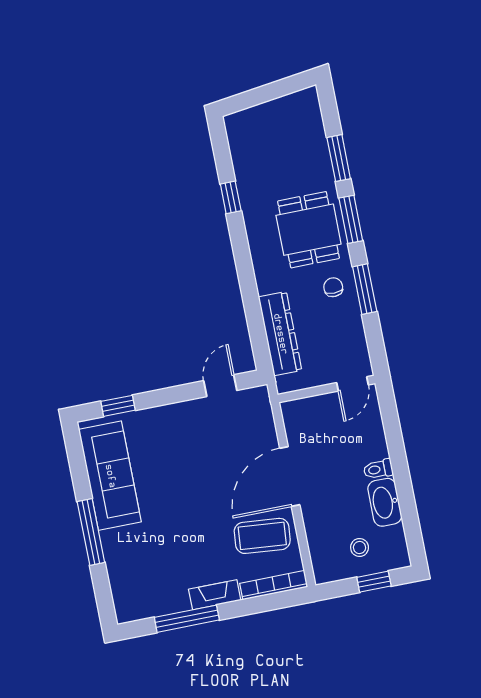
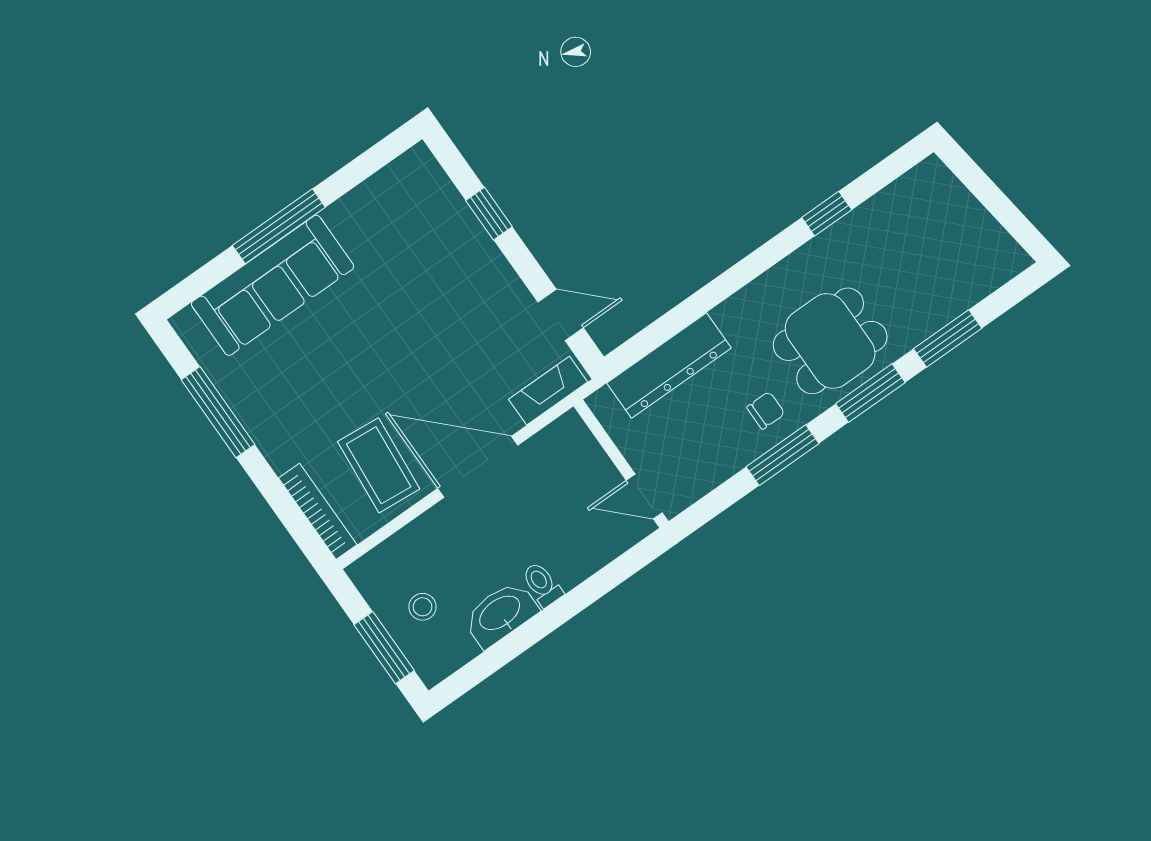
window: (118, 406) -> (489, 214), moved
sofa: (110, 476) -> (273, 285), moved
window: (374, 582) -> (384, 648), width x1.50
fireplace: (215, 595) -> (548, 391), moved, turned -90

